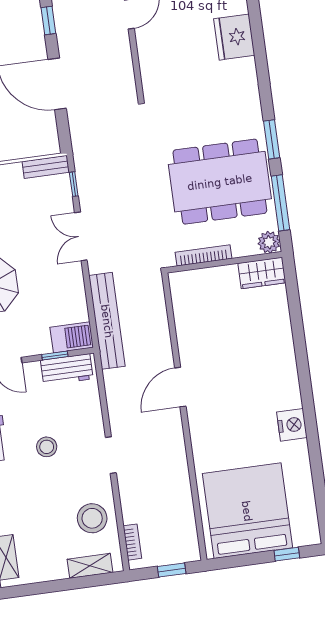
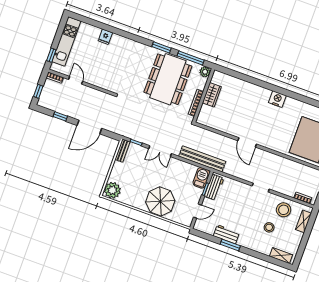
fridge: (234, 37) -> (105, 37), width x0.53, depth x0.75
wardrobe: (262, 273) -> (212, 95), moved
nightstand: (292, 425) -> (277, 99), moved
stool: (47, 447) -> (269, 227), moved

